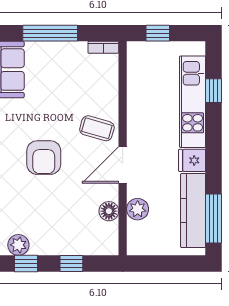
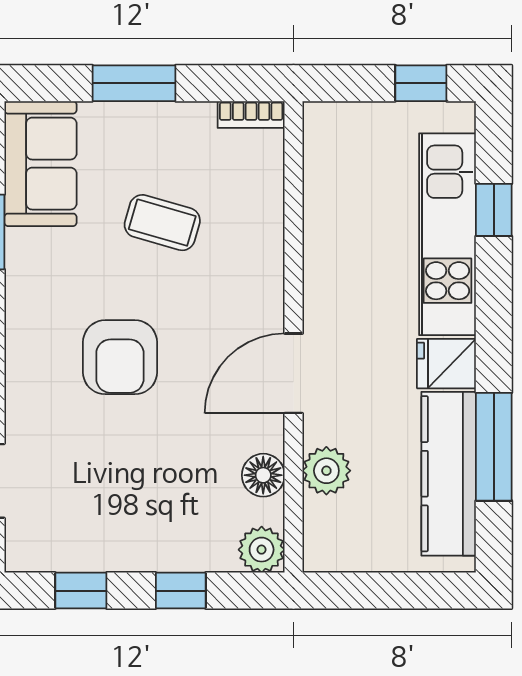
window: (50, 33) -> (134, 83), width x0.69
window: (158, 33) -> (421, 83), moved
coffee table: (97, 128) -> (162, 223), moved
window: (214, 218) -> (494, 447), moved
plant: (18, 245) -> (262, 550), moved

